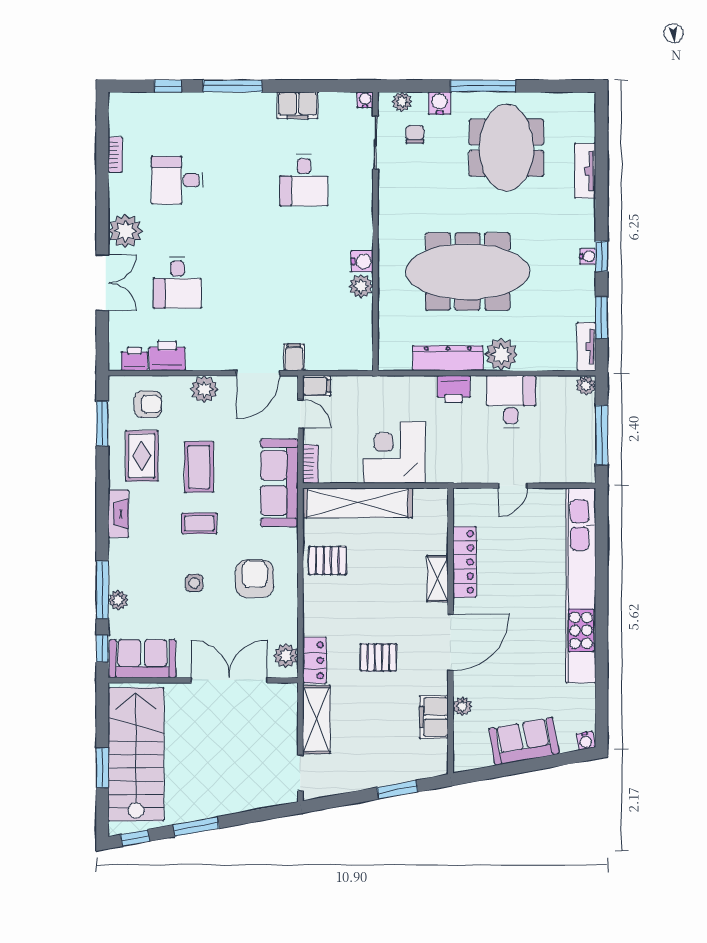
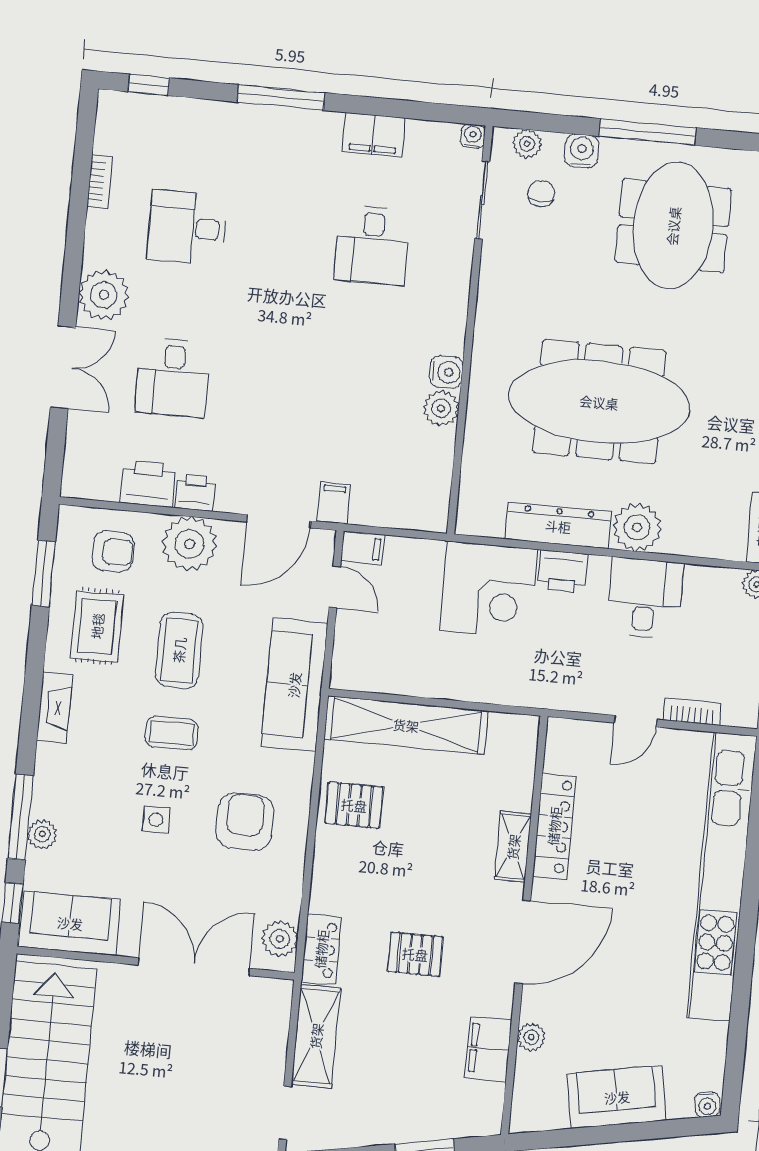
window: (168, 86) -> (149, 85), moved
printer: (134, 359) -> (195, 492), moved
plant: (204, 389) -> (190, 544), width x1.36, depth x1.36
corner desk: (394, 453) -> (489, 590), moved, turned 180
bookcase: (310, 464) -> (692, 712), moved, turned -90

